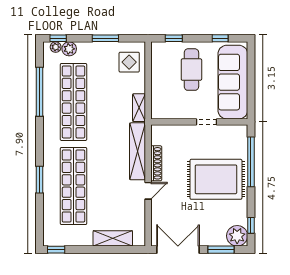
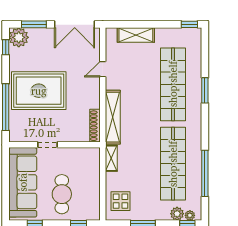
shoe rack: (156, 163) -> (95, 126), moved
door: (148, 191) -> (103, 69), moved

